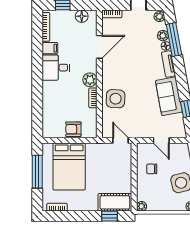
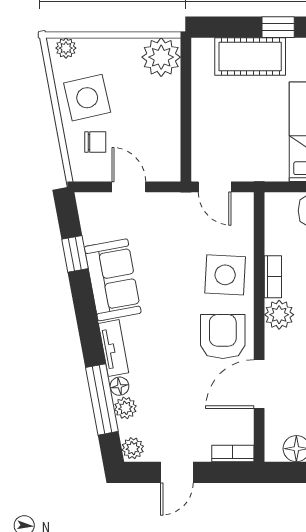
armchair: (117, 69) -> (223, 337), added
chair: (152, 169) -> (95, 142), moved
cot: (115, 202) -> (250, 56), moved
plant: (142, 206) -> (161, 57), width x1.88, depth x1.88
window: (110, 216) -> (278, 27), moved

